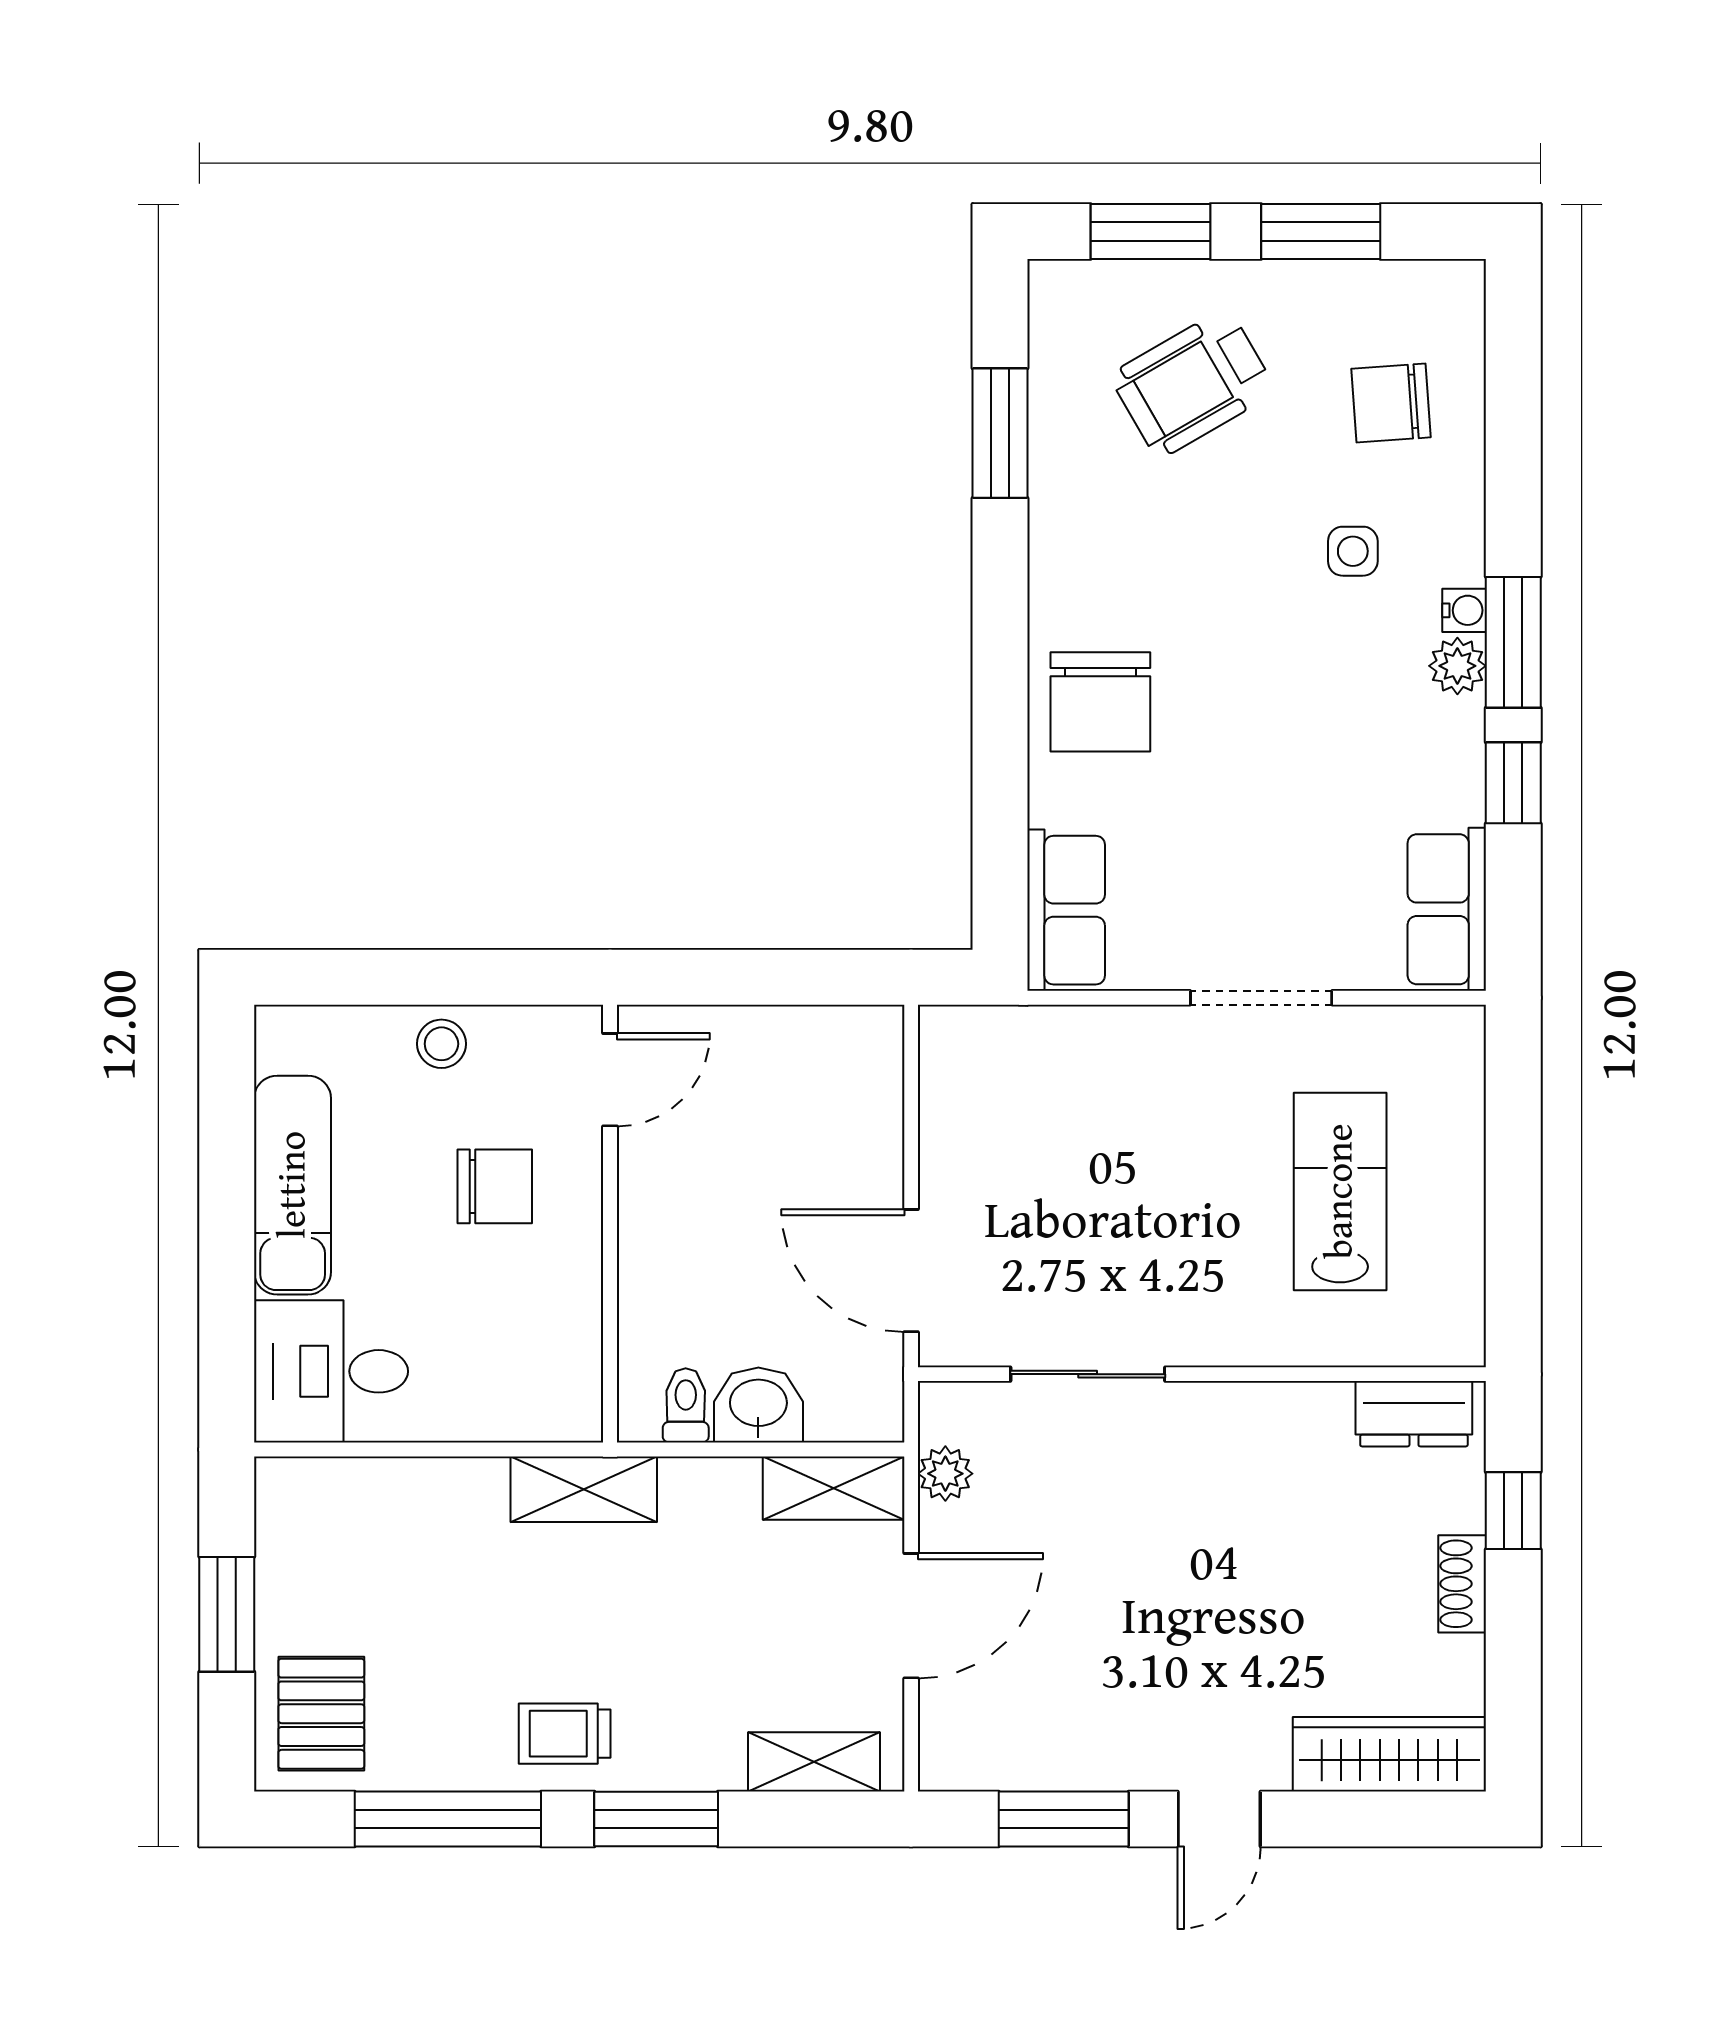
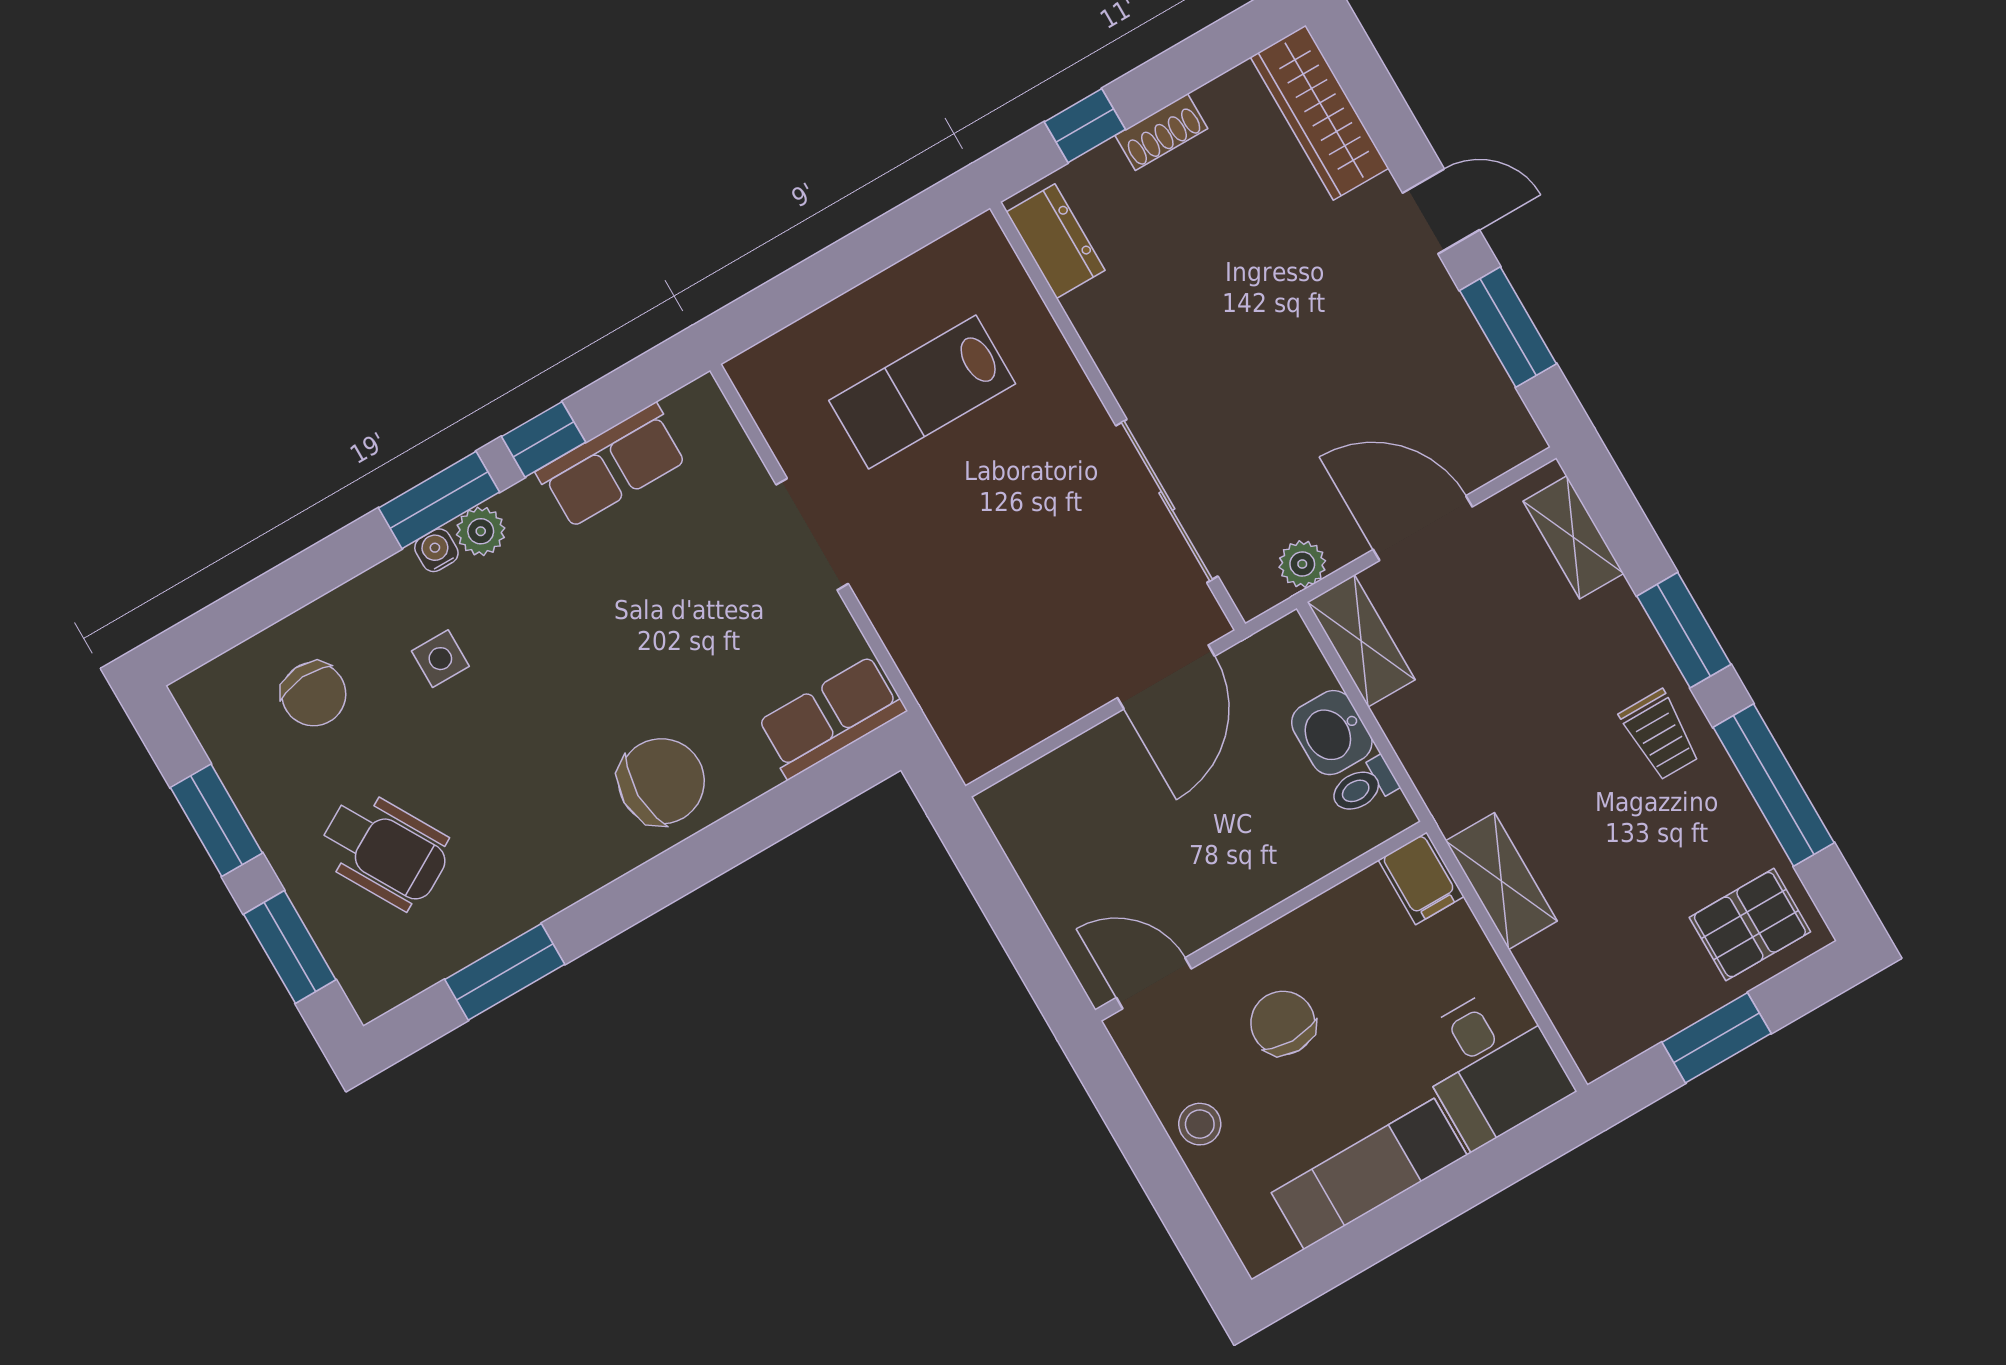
row of seats: (1447, 909) -> (612, 466), moved
sliding door: (1088, 1374) -> (1167, 501), width x1.37
filing cabinet: (560, 1410) -> (1421, 878), added
shelving: (584, 1489) -> (1501, 881), moved

